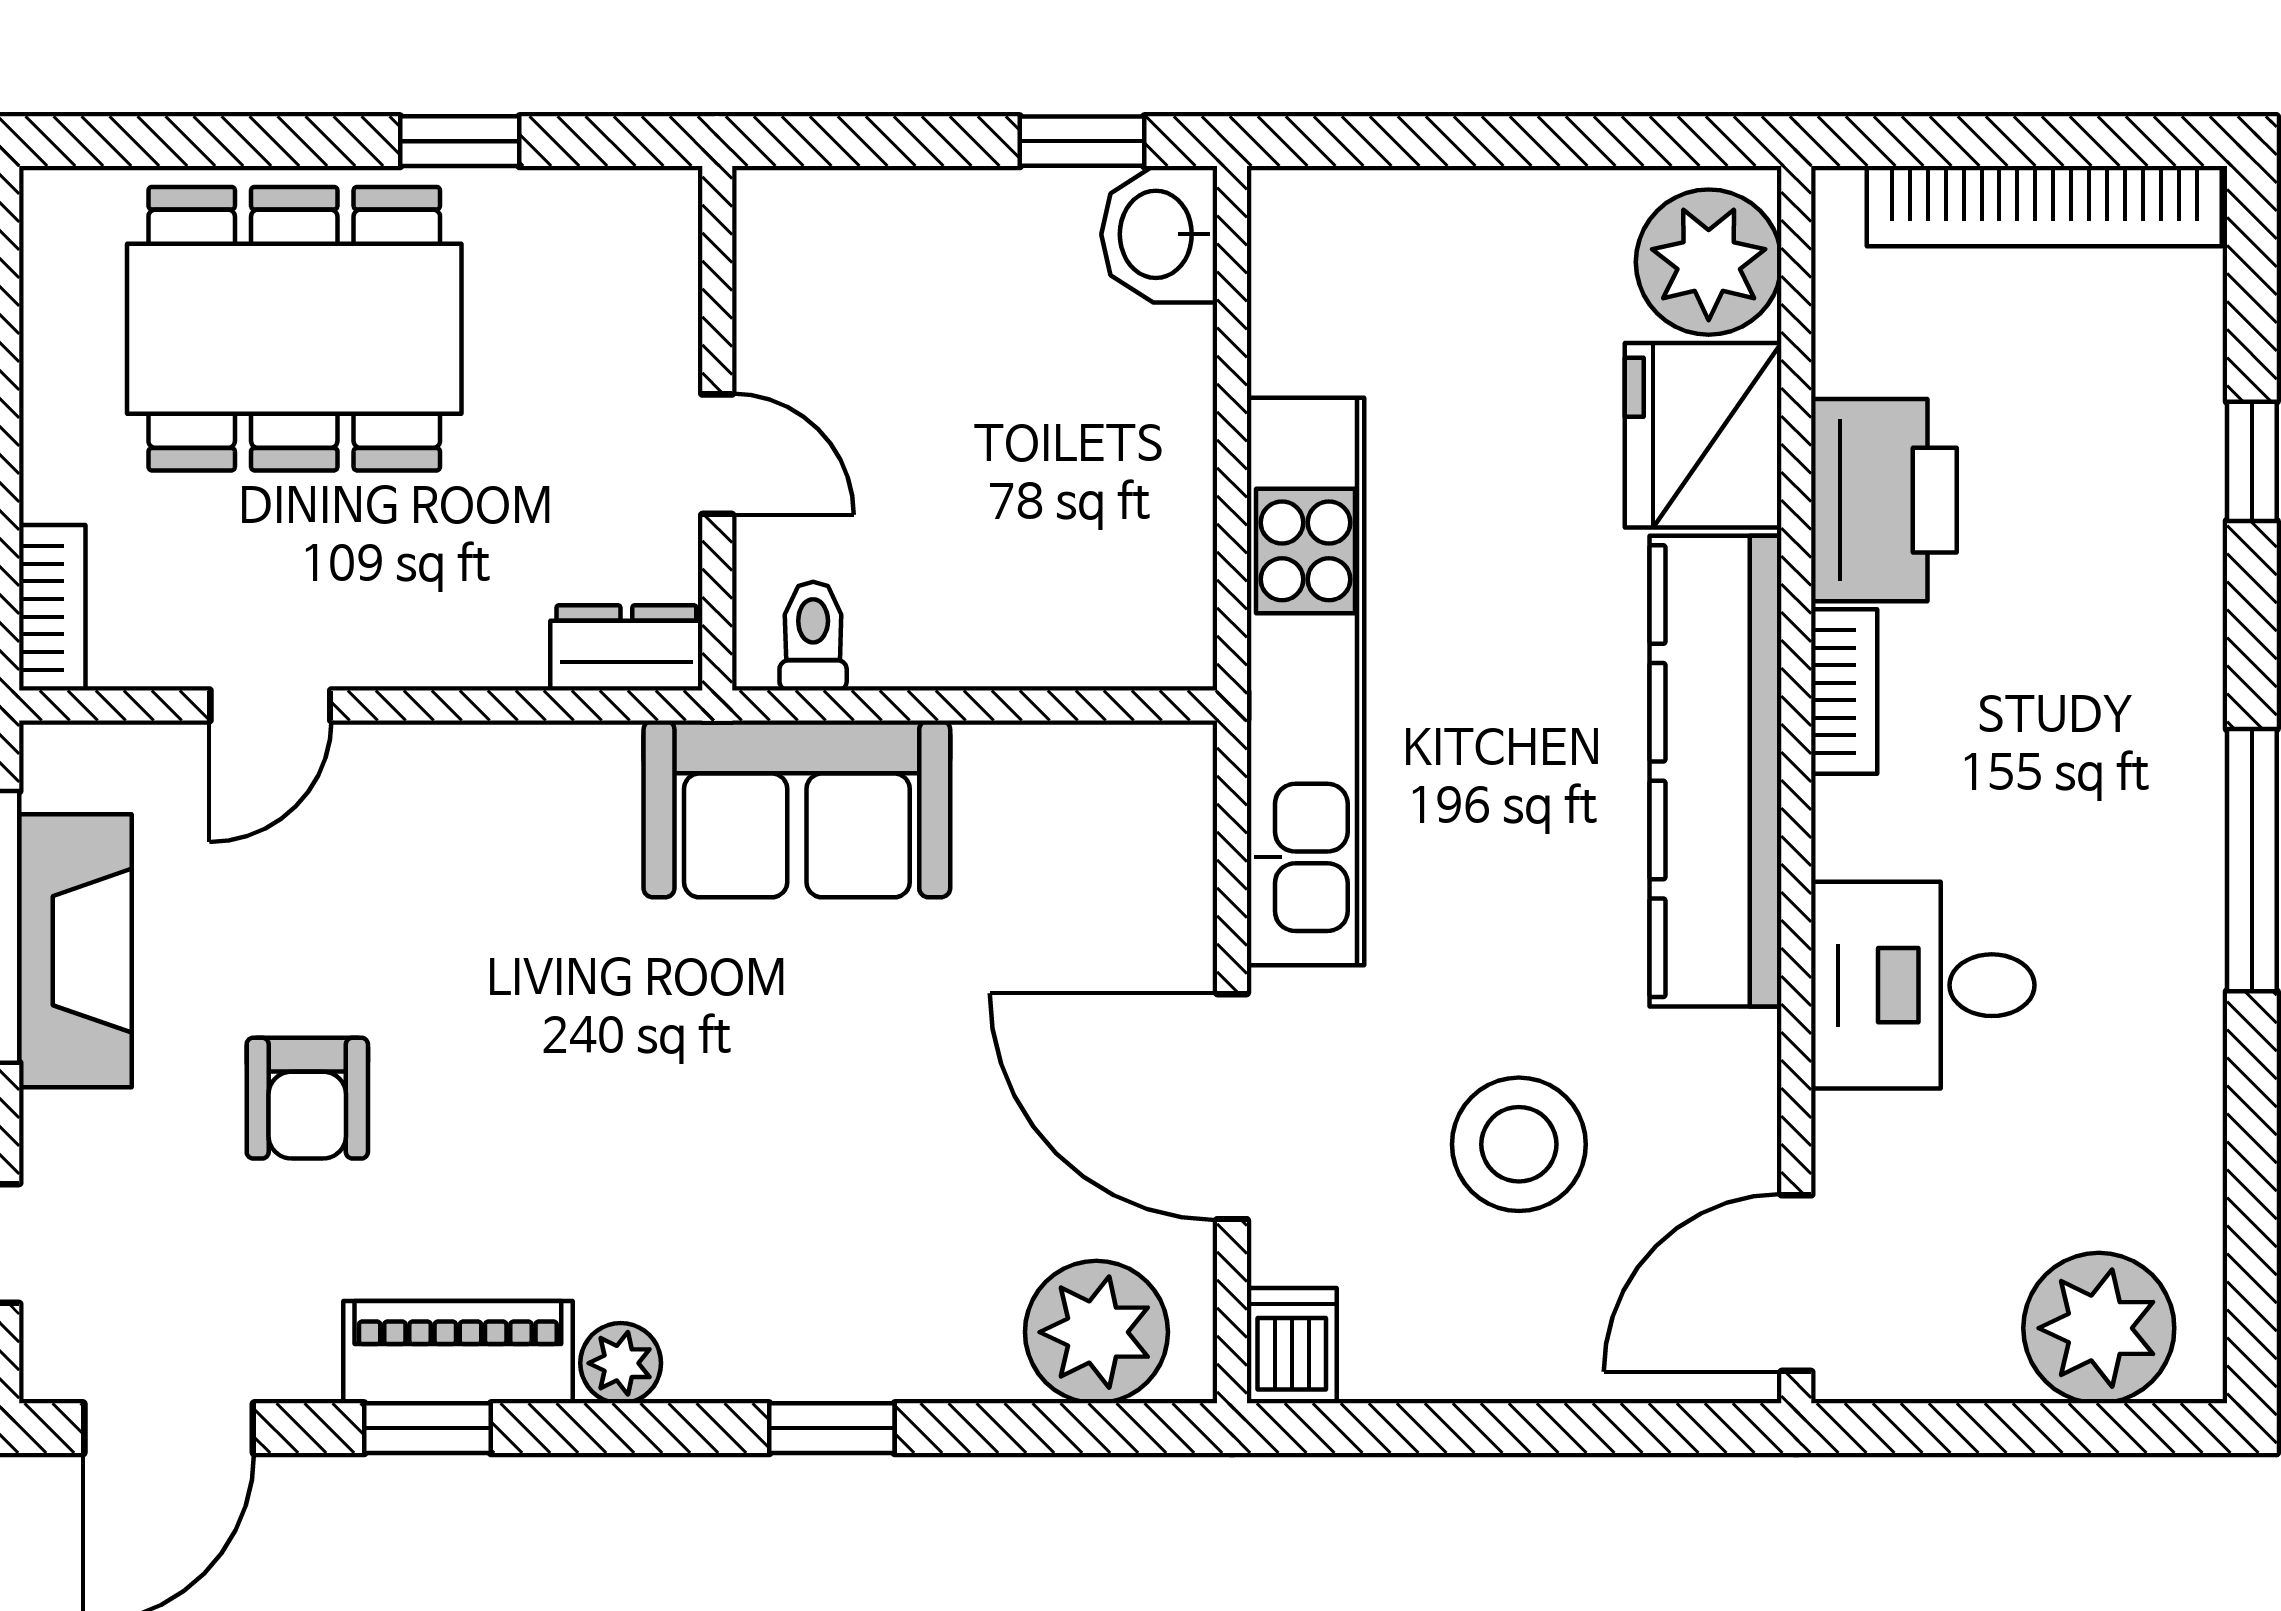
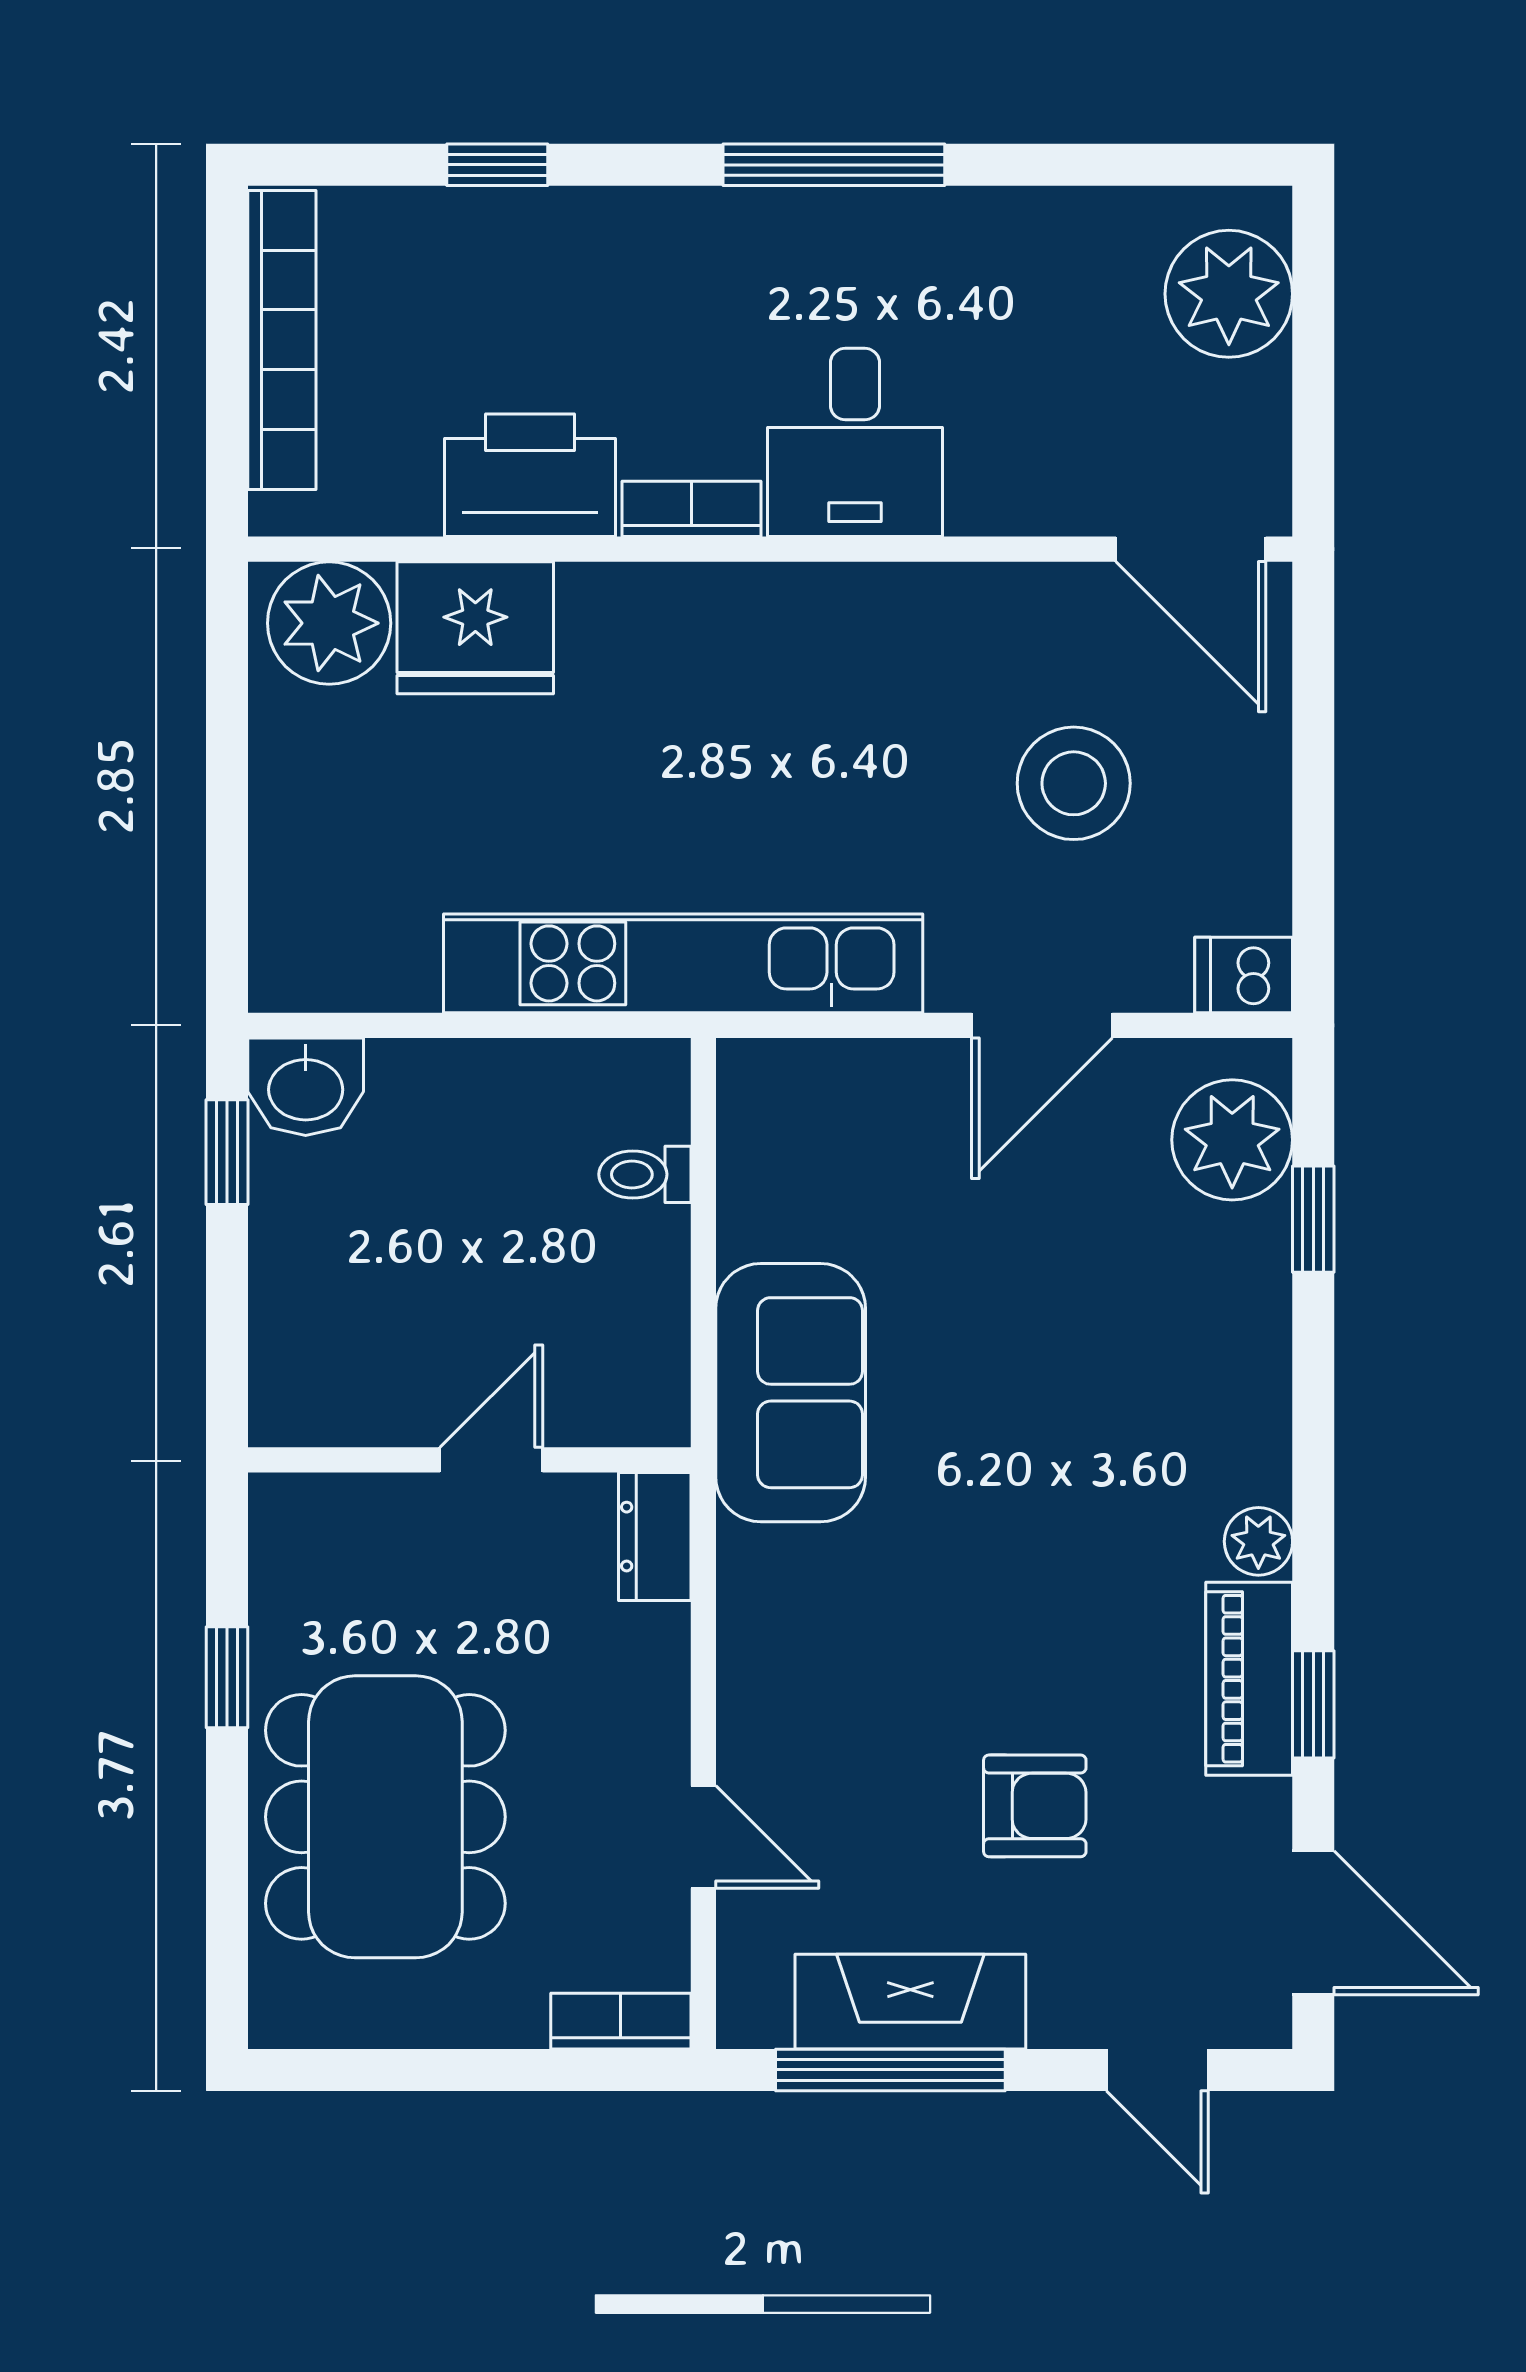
toilet: (813, 636) -> (645, 1174), moved
kitchen counter: (1716, 771) -> (759, 617), removed
desk: (1923, 985) -> (855, 442), moved
door: (1232, 1107) -> (1042, 1025), width x0.73
window: (832, 1428) -> (1313, 1219), moved

